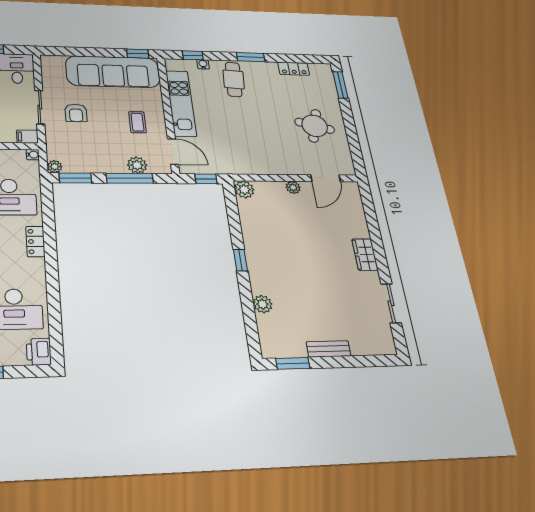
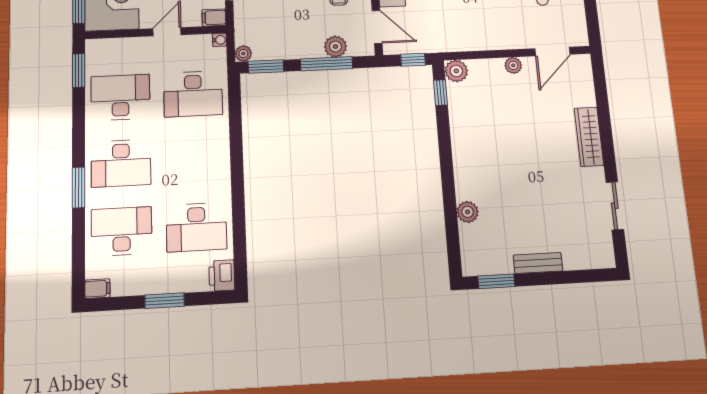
locker: (35, 241) -> (220, 146), removed
wardrobe: (365, 255) -> (589, 137), width x1.50
window: (240, 260) -> (440, 93), moved

